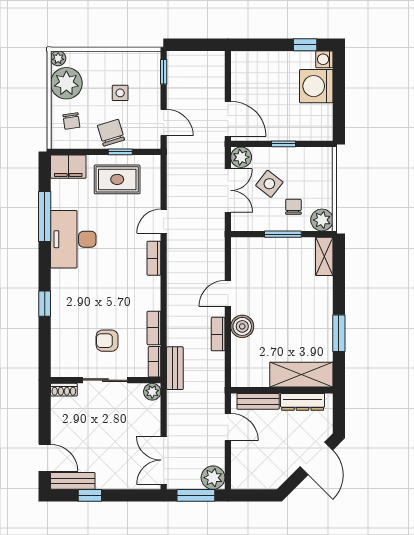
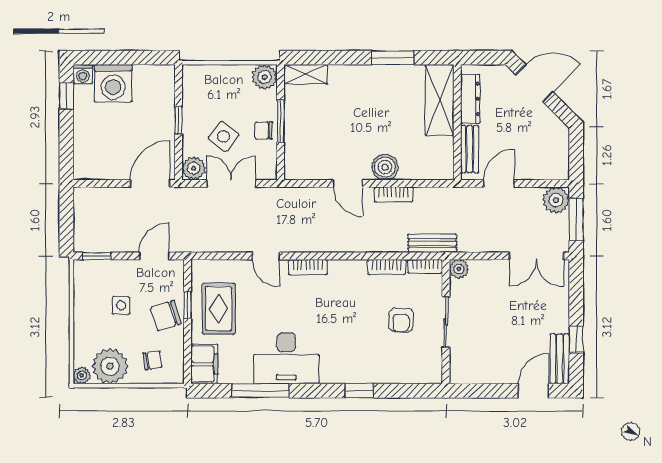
chair: (293, 207) -> (264, 130), moved
shoe rack: (64, 390) -> (457, 369), removed

